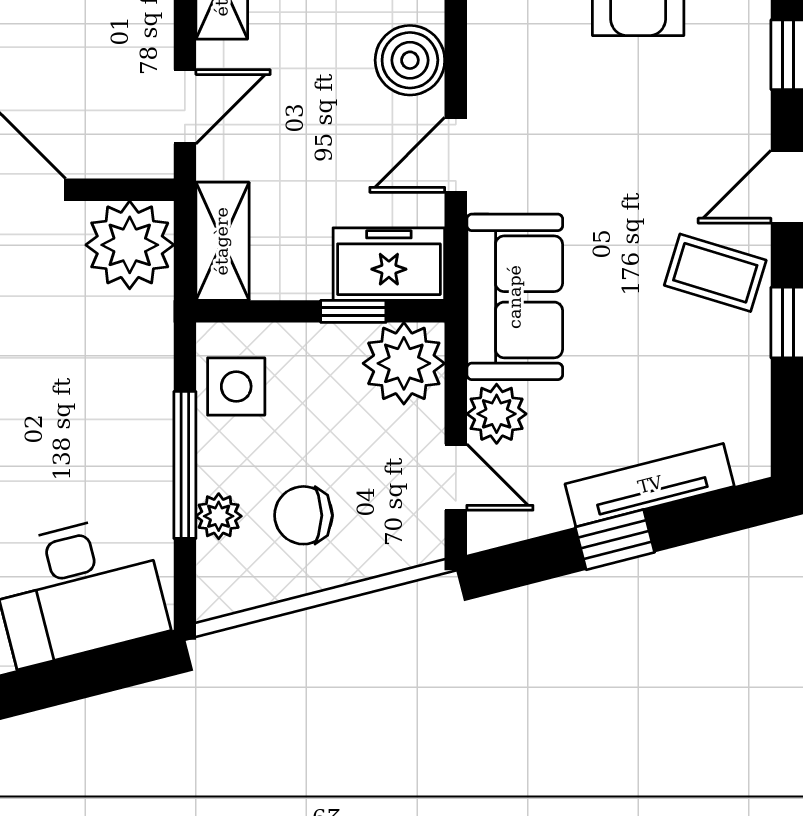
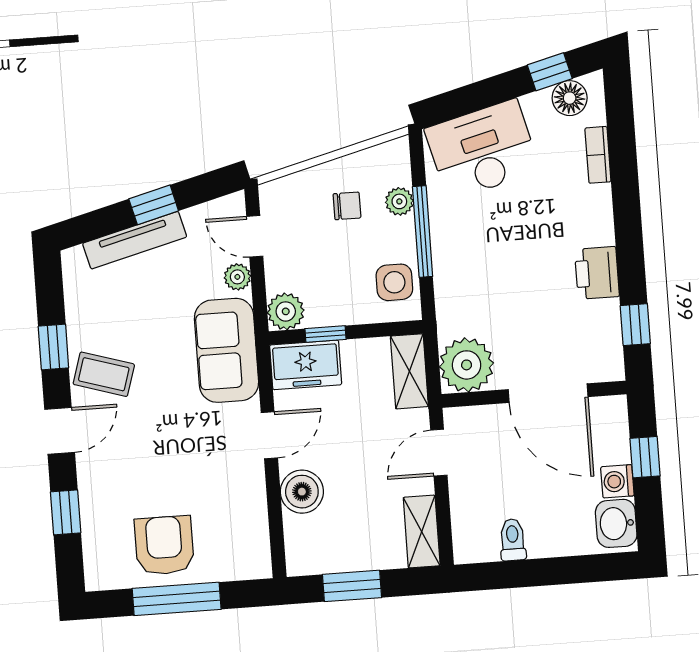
plant: (404, 363) -> (286, 311), width x0.73, depth x0.73
plant: (497, 414) -> (237, 277), width x0.73, depth x0.73
chair: (303, 515) -> (347, 206), width x0.73, depth x0.73

